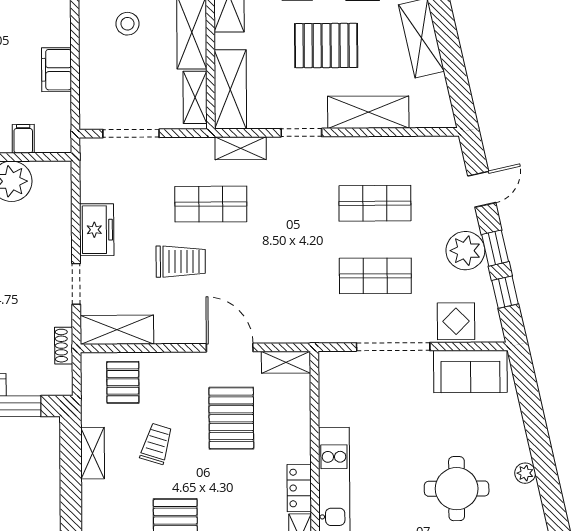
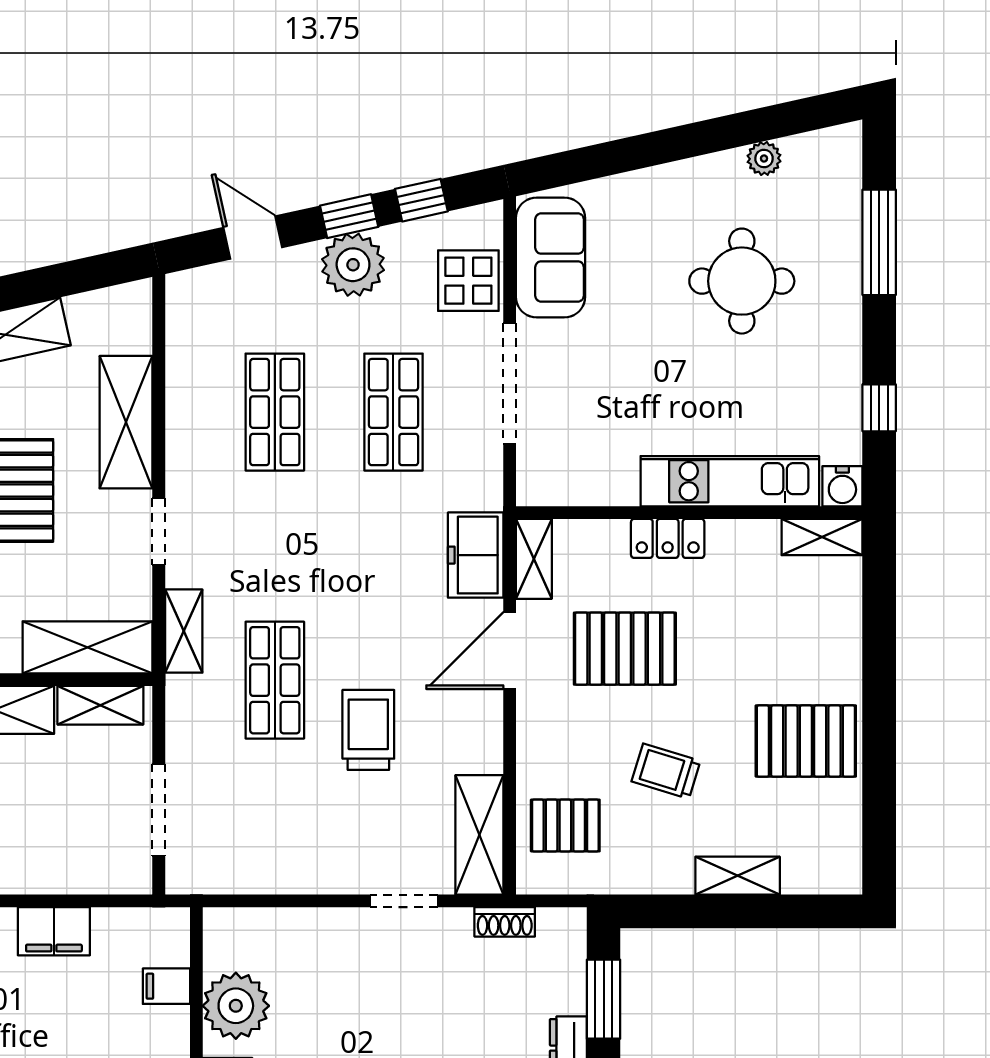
freezer: (97, 230) -> (476, 555), moved, turned -90
shelving: (93, 453) -> (738, 876), moved
plant: (525, 473) -> (764, 158), moved
locker: (299, 488) -> (668, 538), moved

